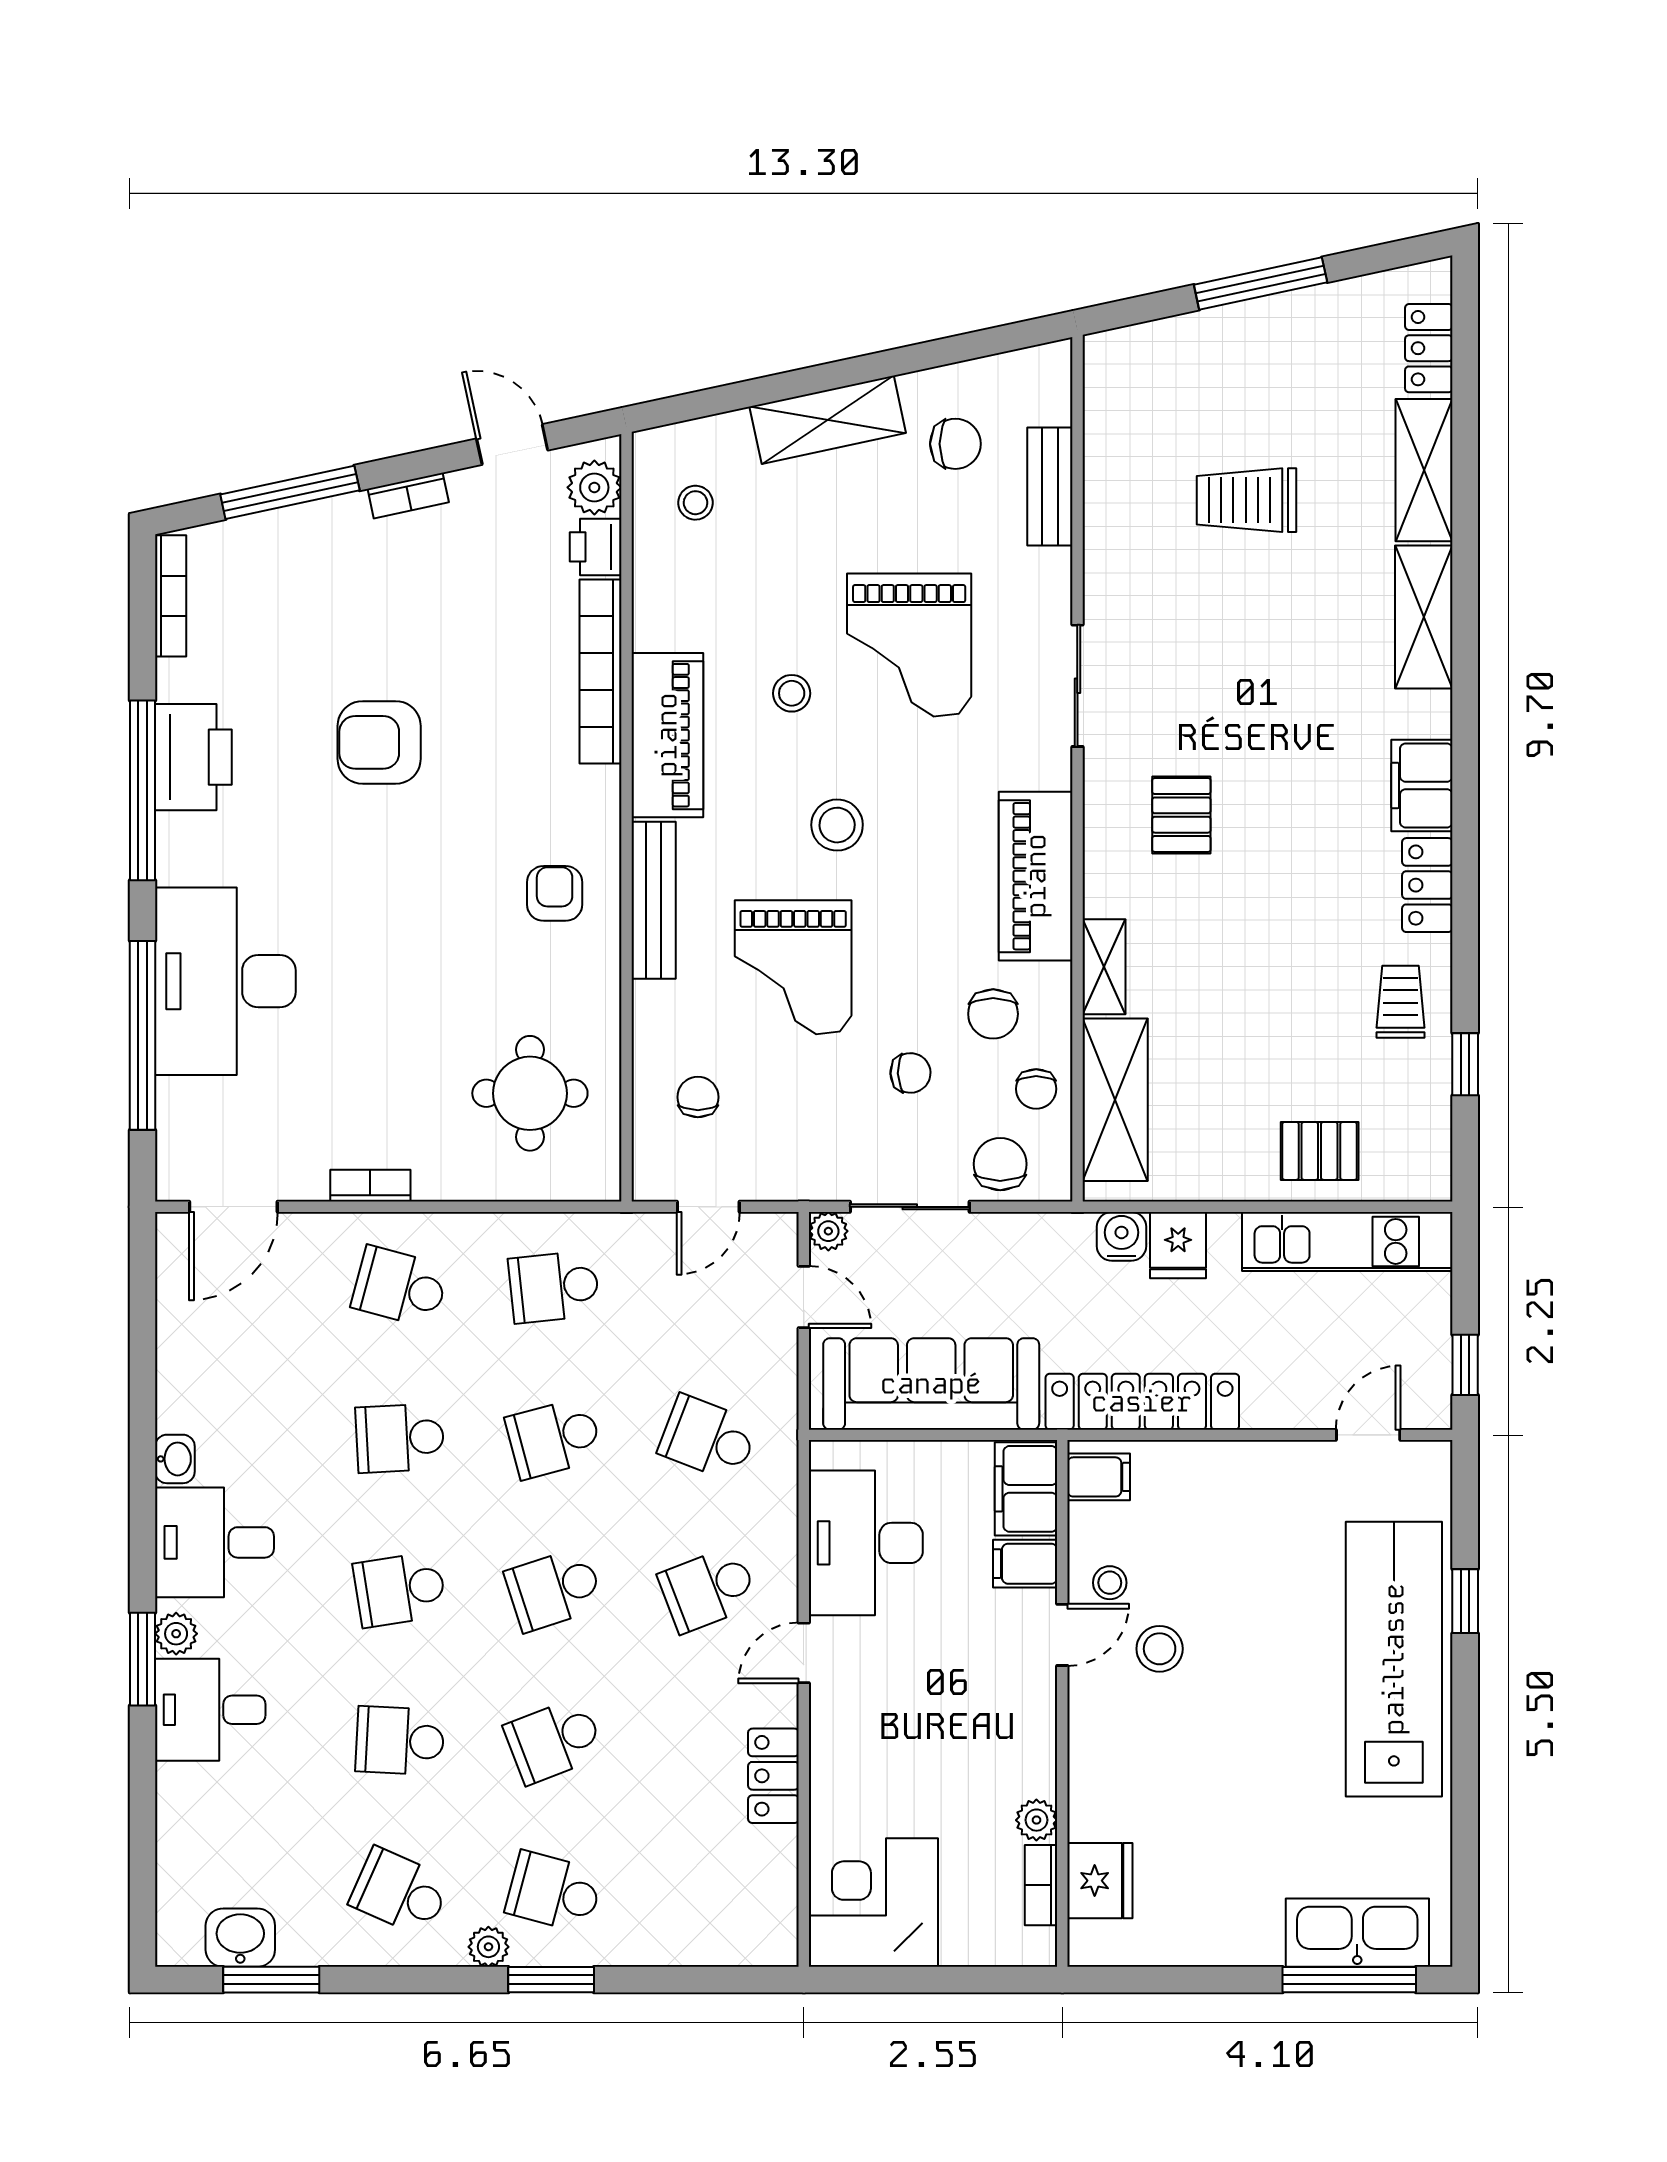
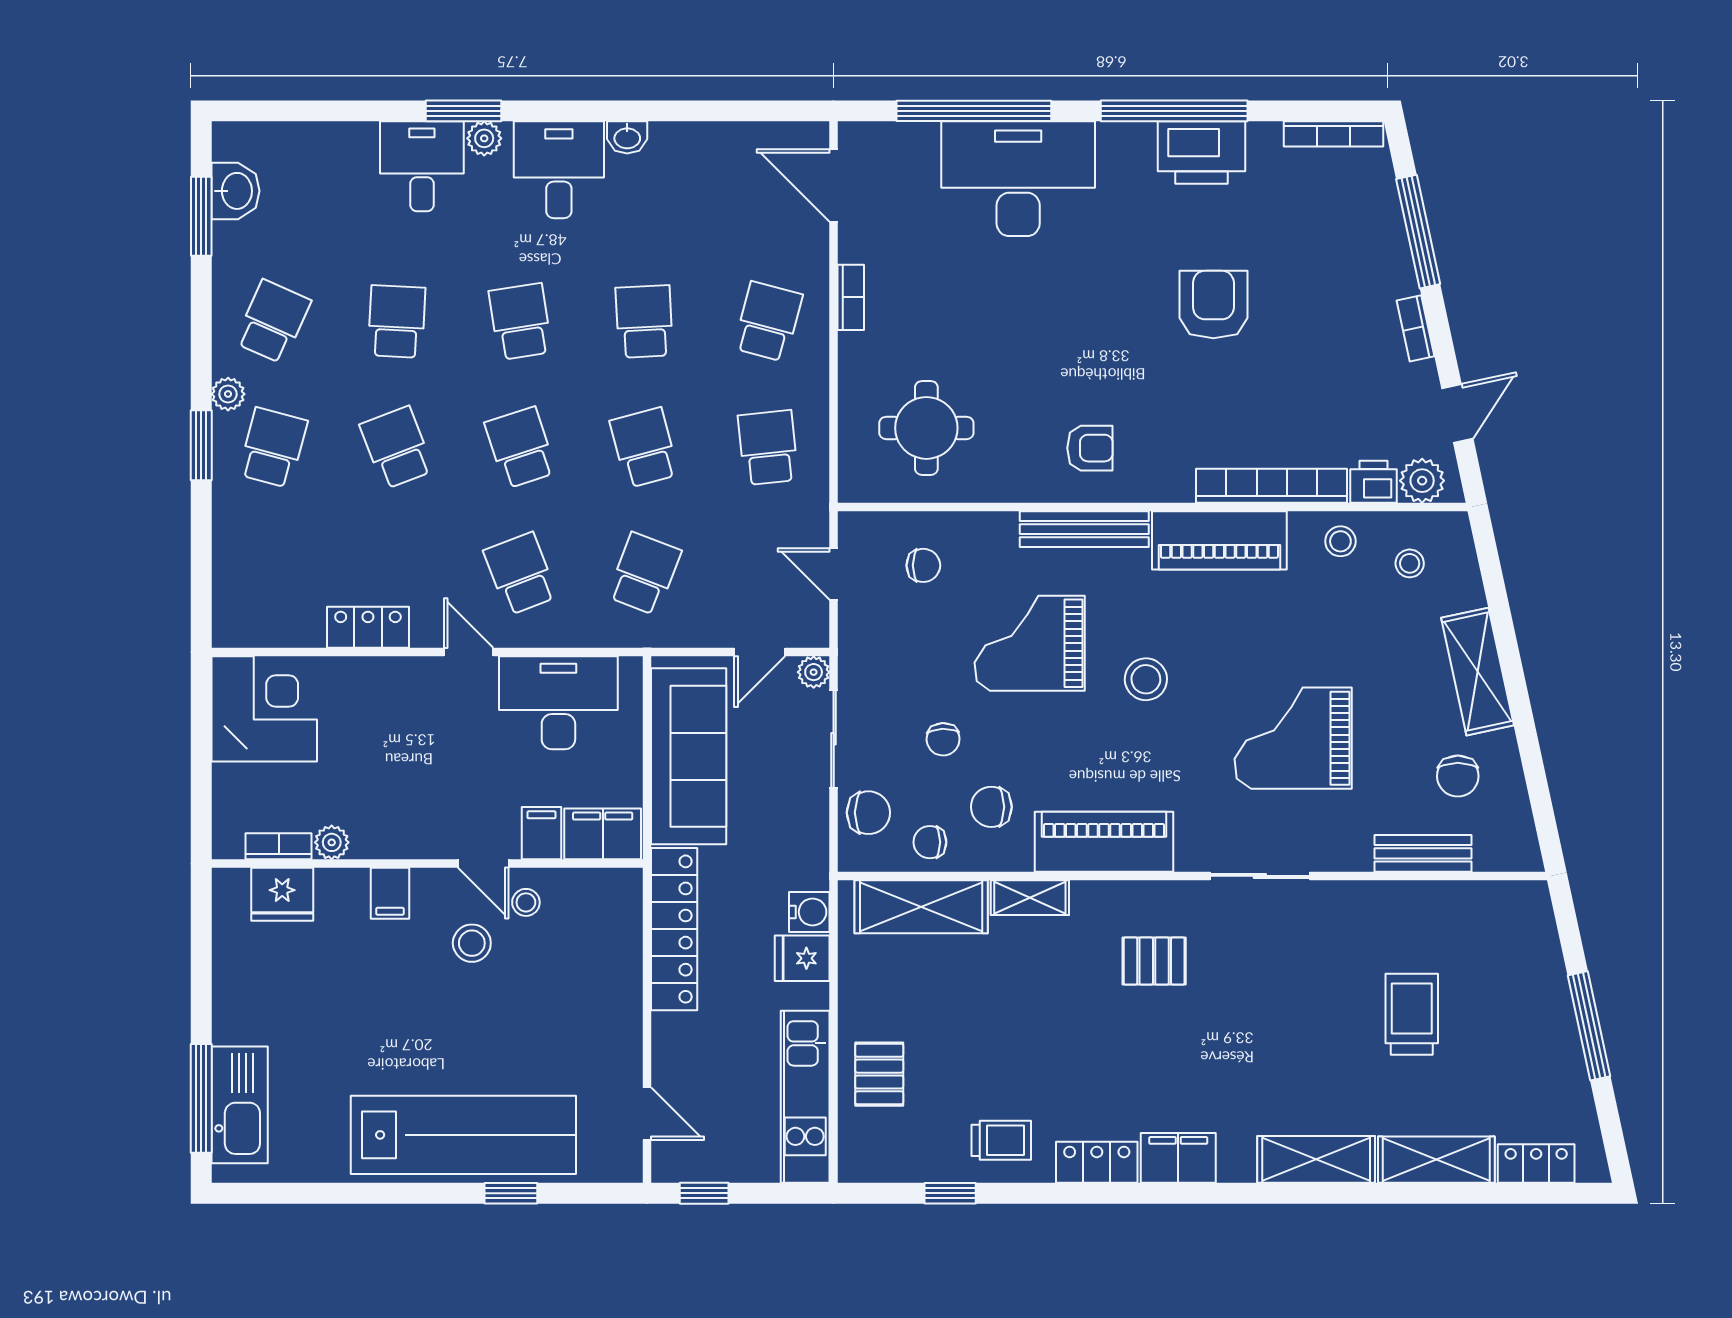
stool: (792, 693) -> (1340, 541), moved
filing cabinet: (1099, 1477) -> (390, 893), moved

